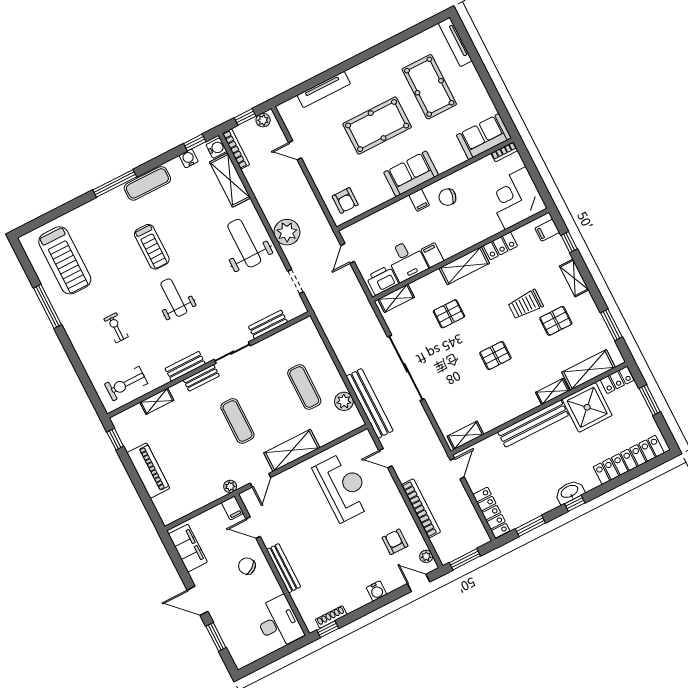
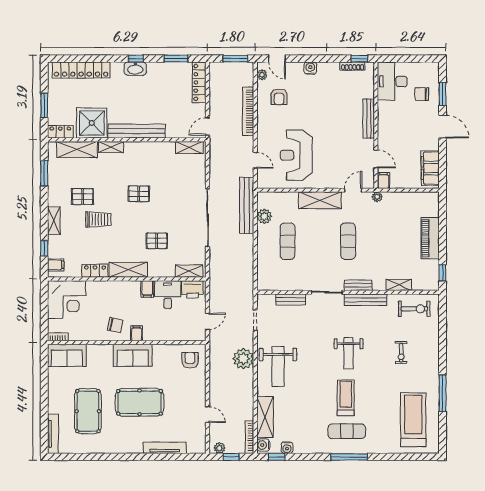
exercise mat: (147, 183) -> (347, 431), moved
bench: (185, 366) -> (366, 300), width x1.36
chair: (247, 566) -> (422, 94), moved, turned 125

